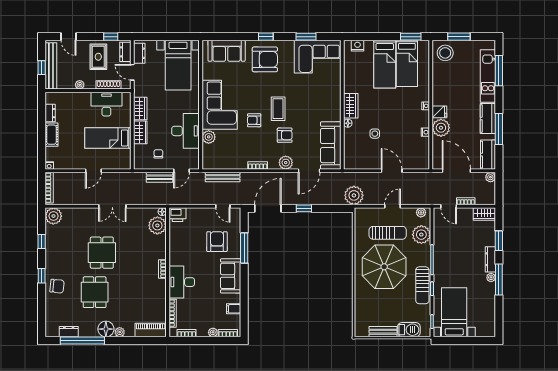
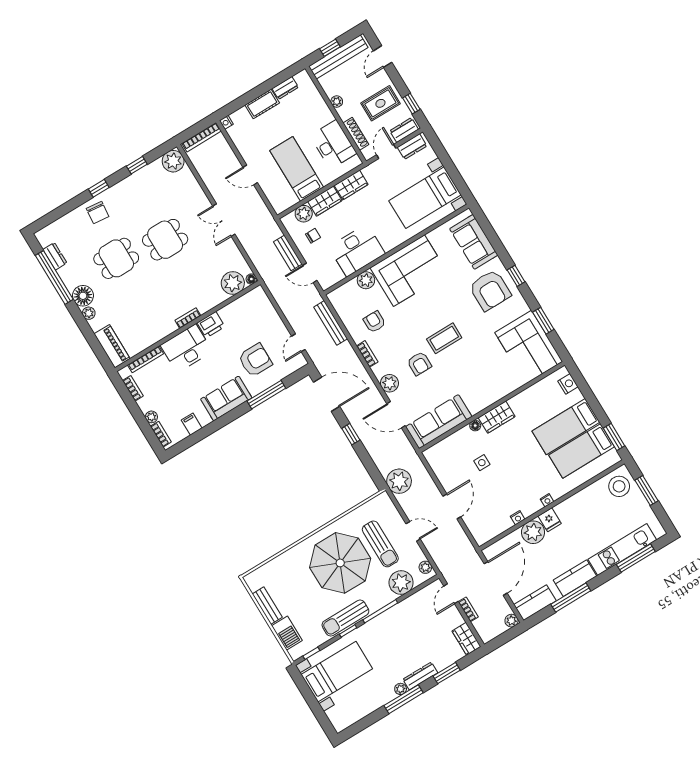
armchair: (254, 120) -> (374, 322), moved
plant: (140, 151) -> (304, 214), added
printer: (177, 215) -> (211, 325), moved, turned -90

